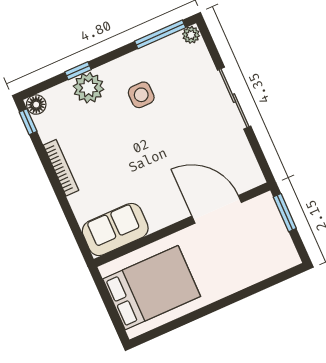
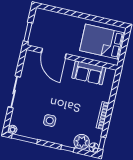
plant: (89, 88) -> (82, 142), moved
sofa: (115, 229) -> (89, 73), moved

